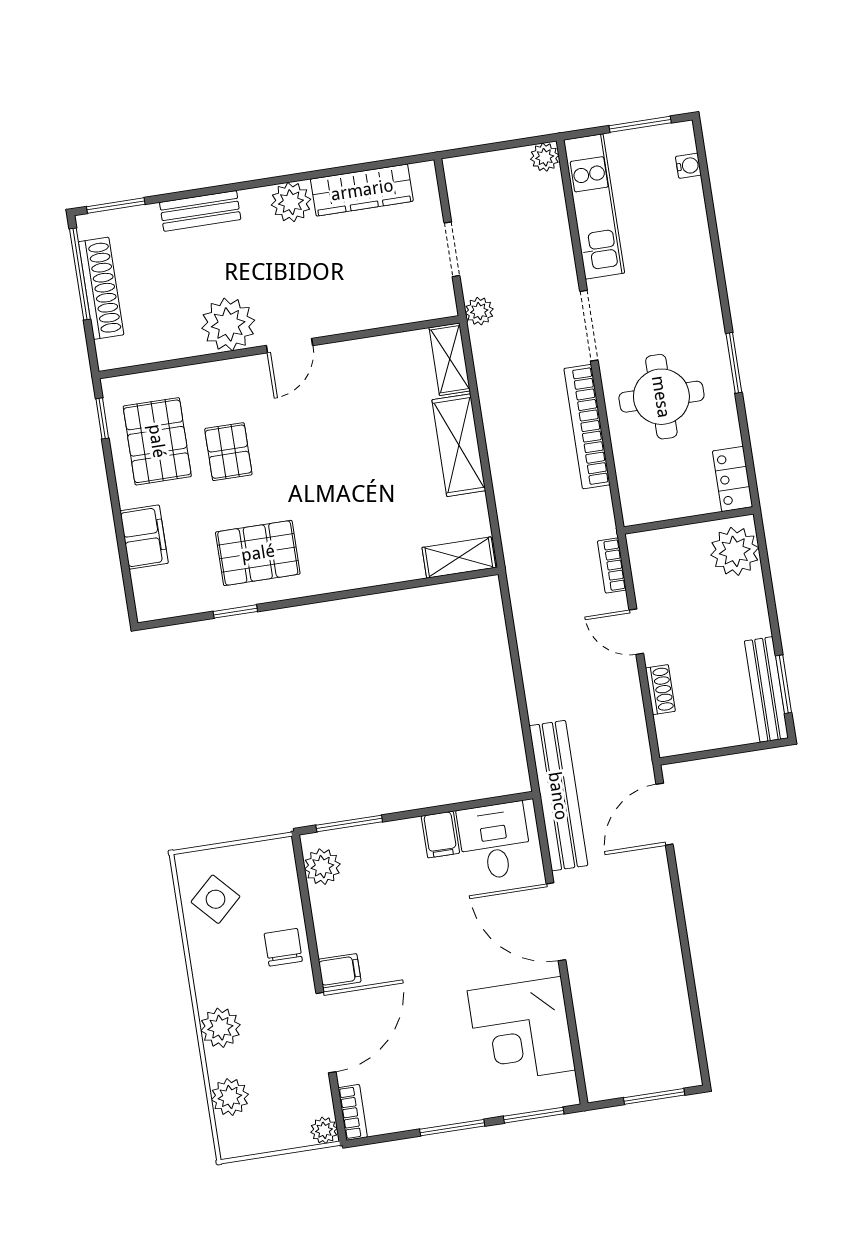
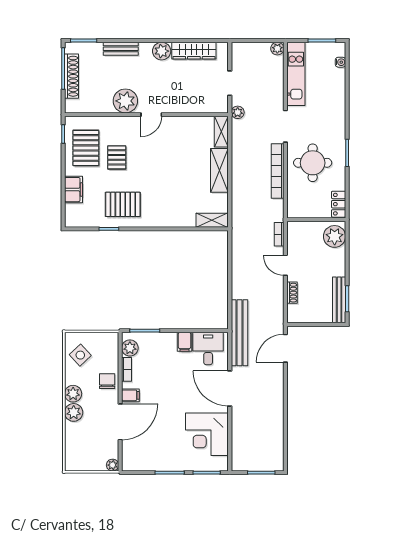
plant: (230, 1097) -> (73, 394), moved
bookcase: (353, 1112) -> (127, 369), moved

